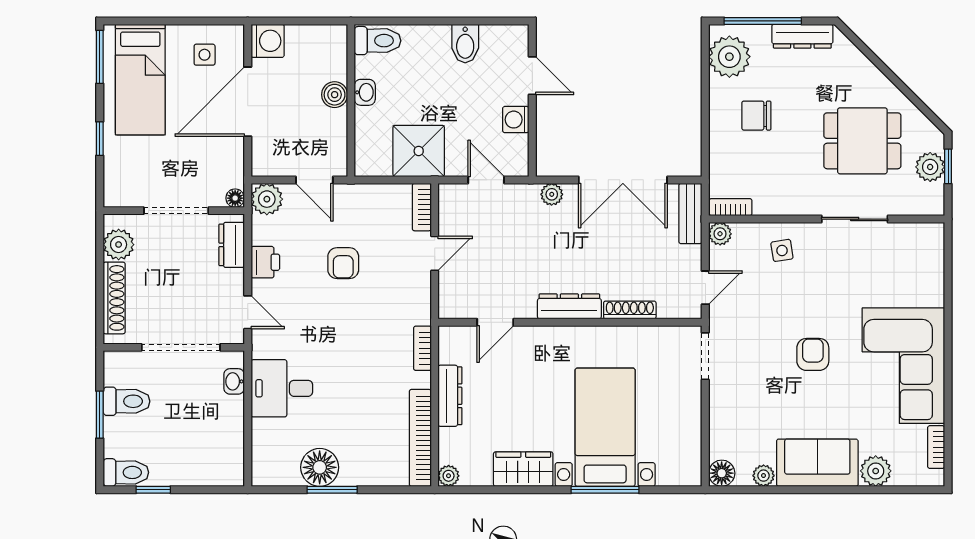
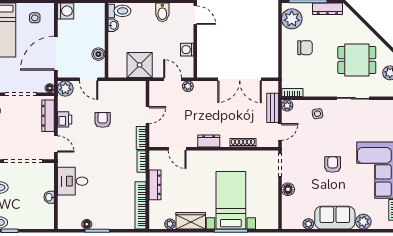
door: (532, 76) -> (195, 15), moved
washbasin: (365, 92) -> (113, 25), moved
boiler: (335, 95) -> (98, 54), moved
door: (248, 102) -> (56, 53), moved
chair: (756, 116) -> (305, 48), turned 180
plant: (552, 194) -> (188, 86), moved
bookcase: (422, 207) -> (141, 138), moved
bench: (690, 214) -> (273, 108), moved
dresser: (232, 245) -> (48, 116), width x1.44
armchair: (343, 263) -> (103, 120), turned 180
dresser: (569, 306) -> (209, 141), width x0.70
door: (495, 322) -> (177, 149), hinge flipped
washbasin: (234, 381) -> (49, 197), moved
floor lamp: (320, 467) -> (87, 224), width x0.53, depth x0.53
floor lamp: (722, 473) -> (288, 189), moved
plant: (449, 476) -> (170, 224), moved

